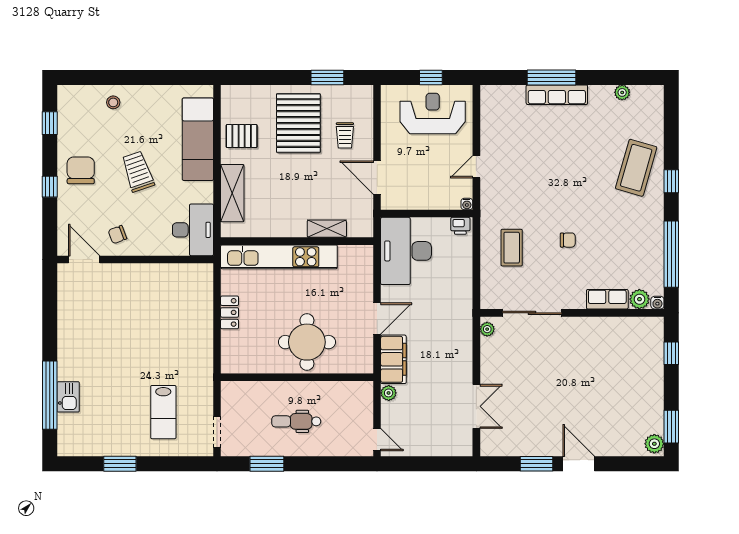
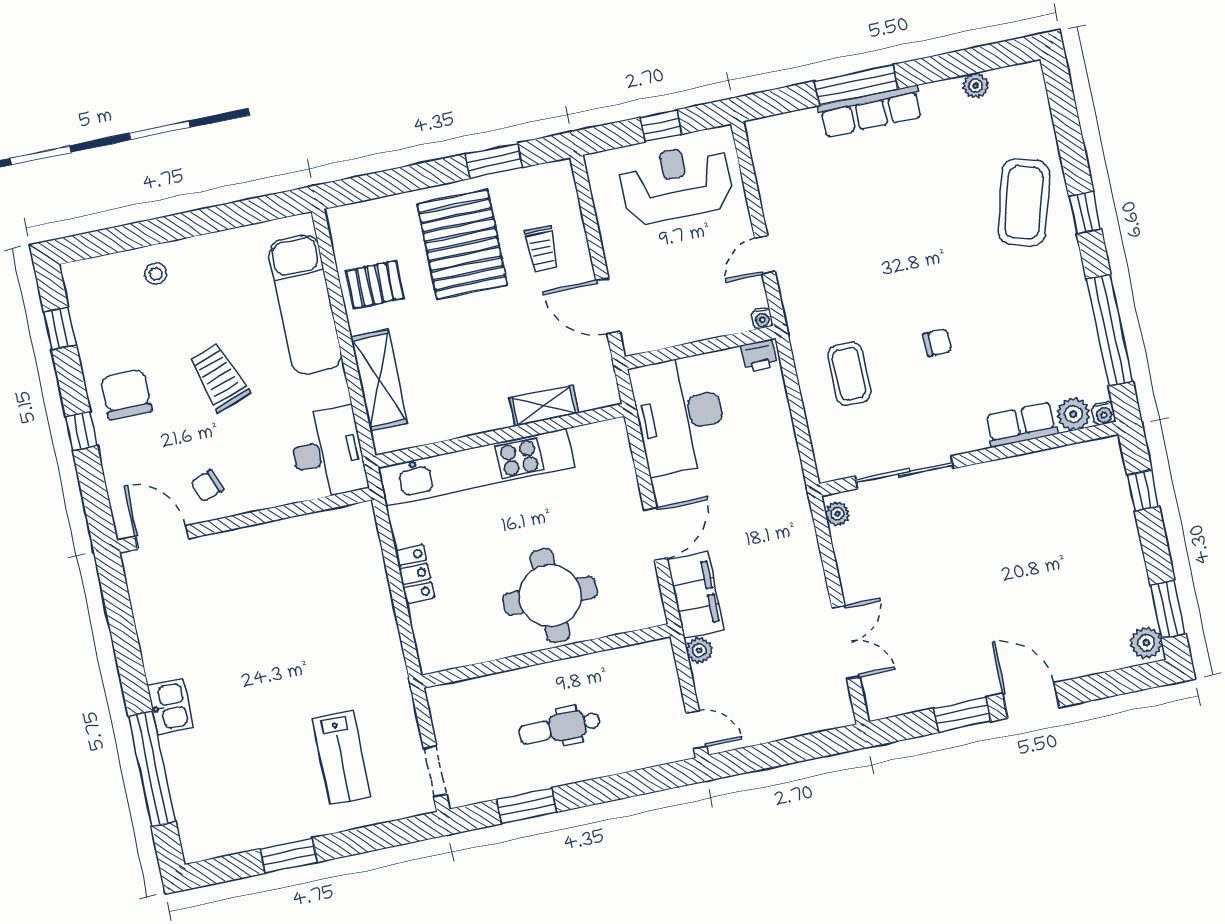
kitchen sink: (68, 397) -> (170, 707), moved

